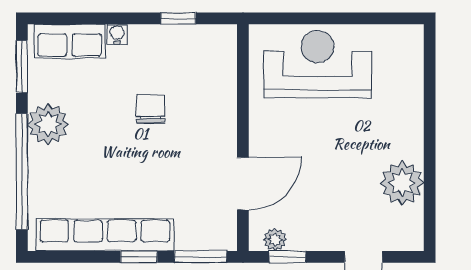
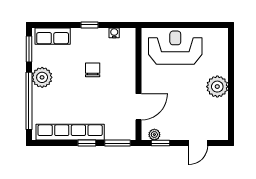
window: (178, 18) -> (90, 25), moved
water cooler: (117, 34) -> (114, 33), moved
plant: (402, 183) -> (217, 87), moved

